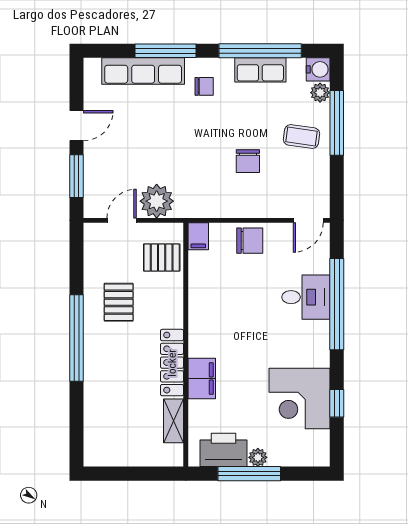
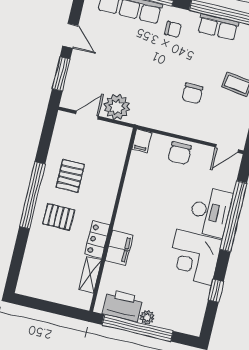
door: (76, 126) -> (70, 36), hinge flipped
chair: (250, 241) -> (180, 153), turned 90
pallet: (162, 258) -> (59, 217), moved
desk: (306, 297) -> (210, 212), width x1.37
locker: (172, 363) -> (97, 240), width x0.66
corner desk: (299, 398) -> (194, 258), moved
window: (249, 474) -> (138, 328), width x1.46

